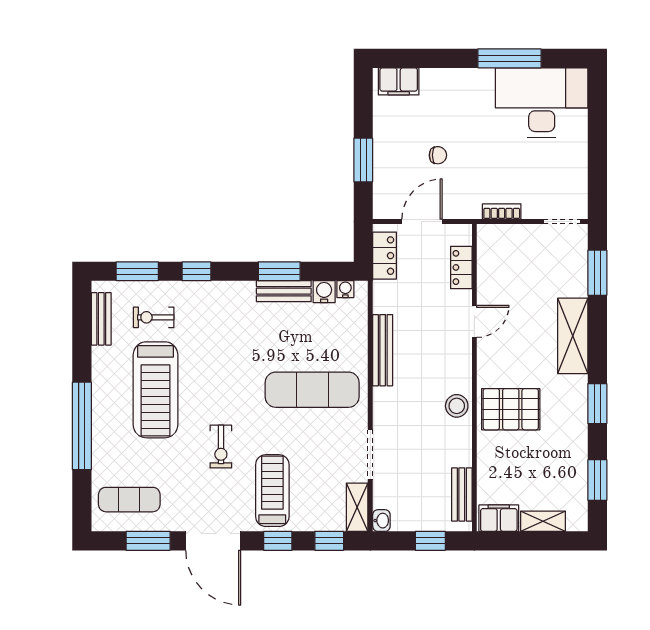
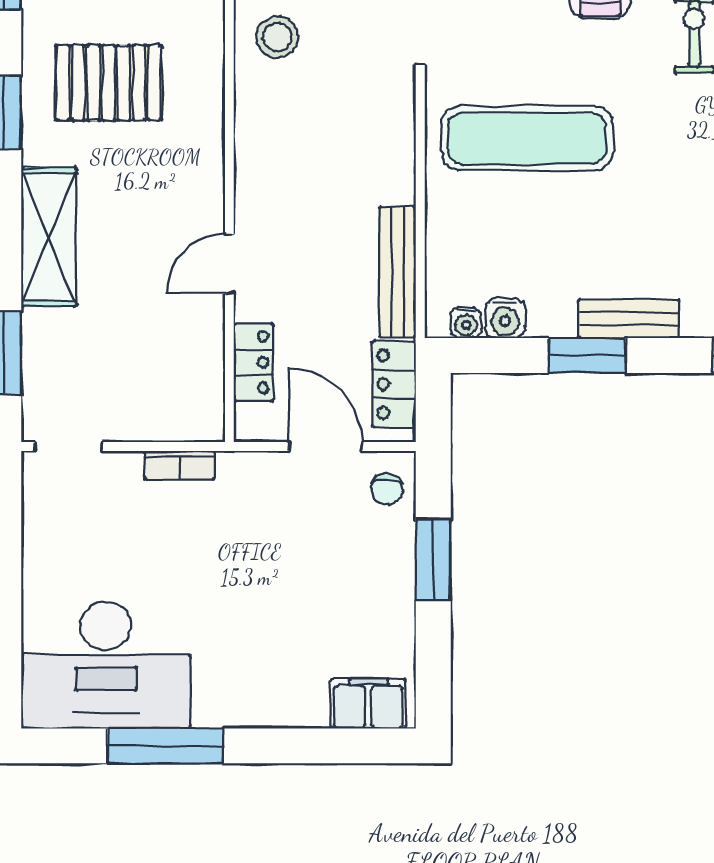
chair: (438, 155) -> (387, 489), moved, turned -89
door: (422, 222) -> (325, 447), swing flipped
bench: (284, 291) -> (629, 319), moved
bench: (383, 350) -> (398, 272), moved
stool: (457, 406) -> (277, 37), moved
pallet: (511, 409) -> (109, 83), moved

